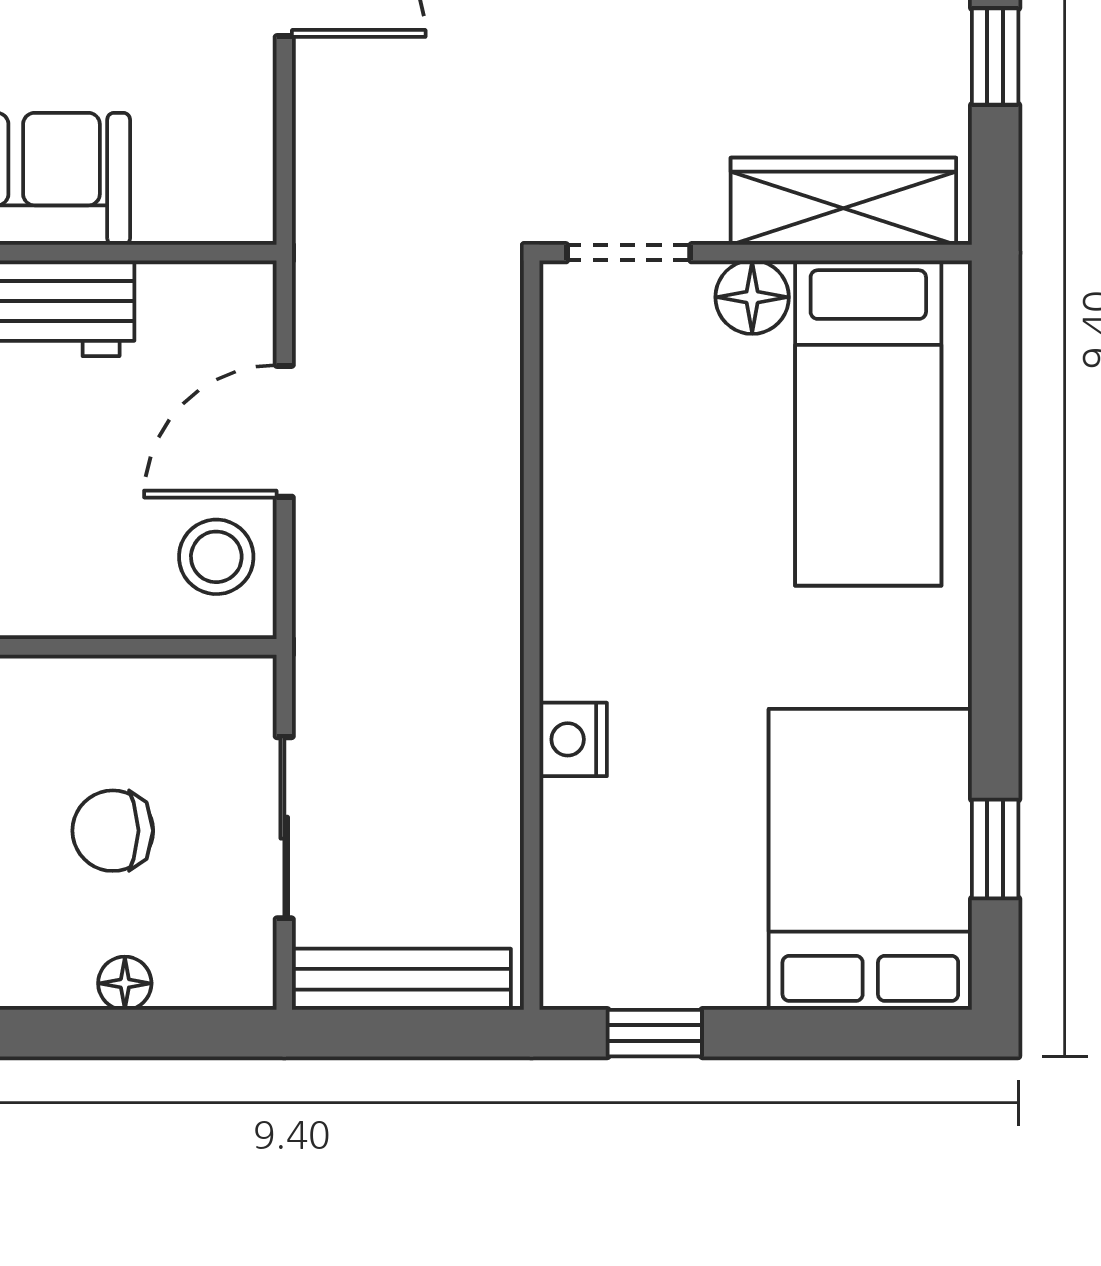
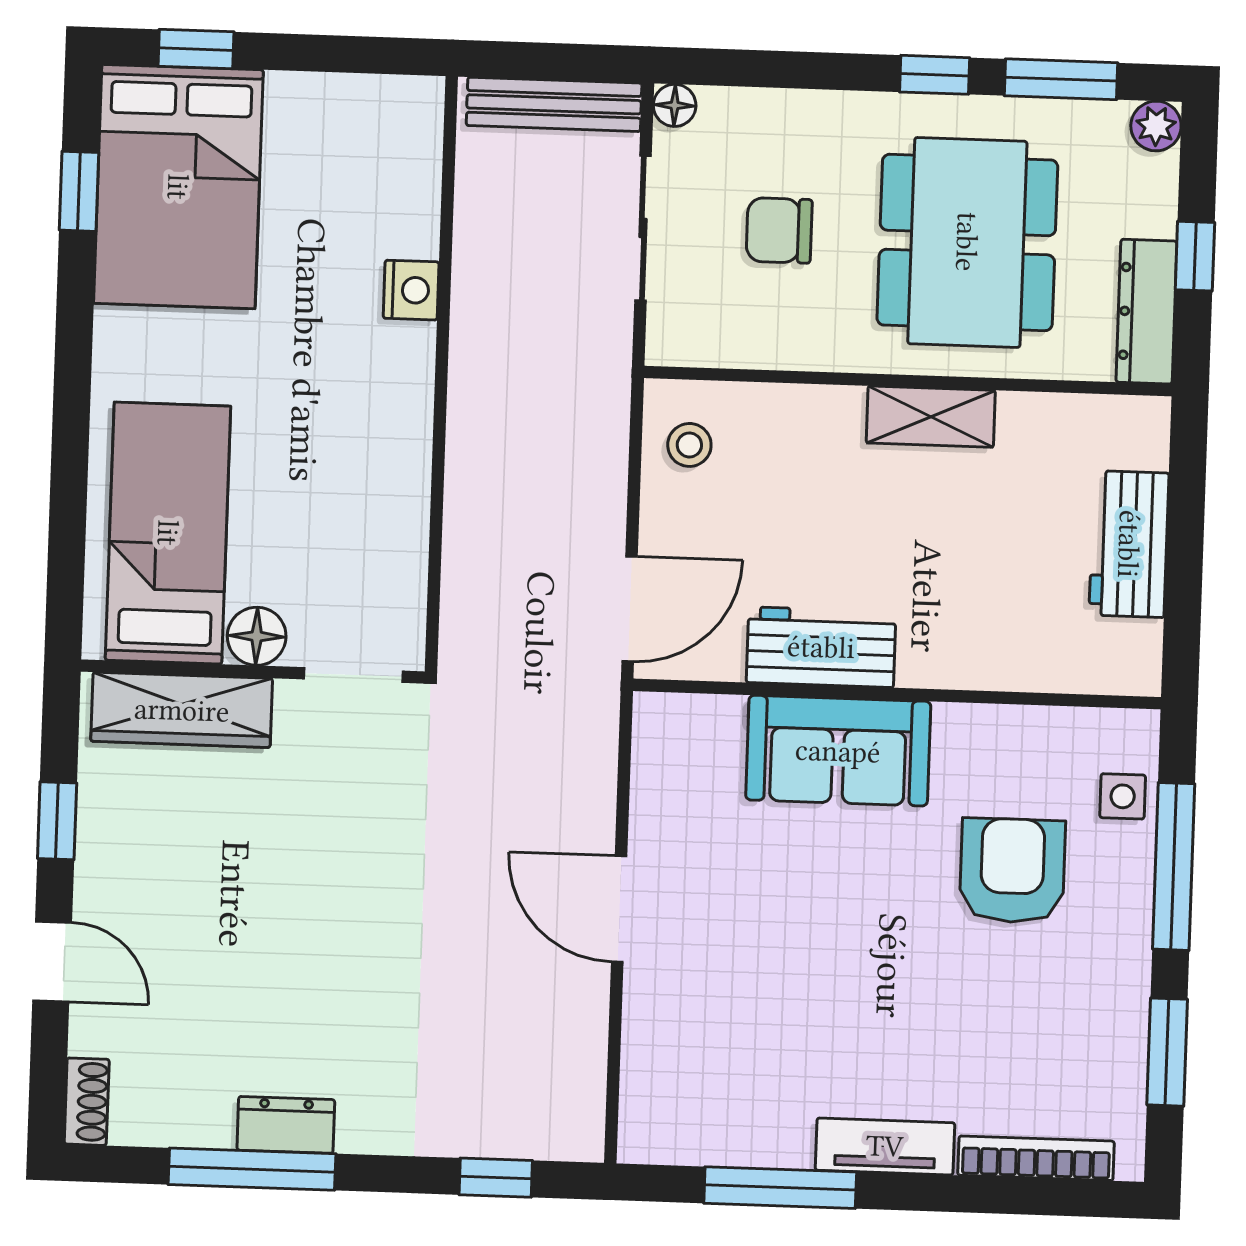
door: (284, 431) -> (630, 609), moved
stool: (216, 557) -> (689, 445), width x0.73, depth x0.73
chair: (113, 831) -> (779, 230), turned 180
floor lamp: (125, 983) -> (675, 105), moved
window: (655, 1033) -> (196, 49), moved

